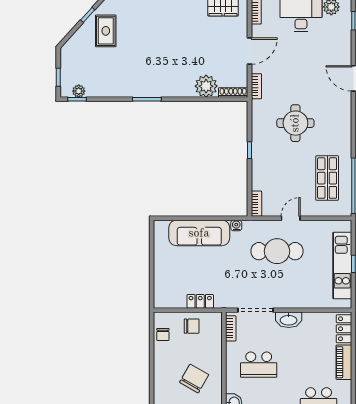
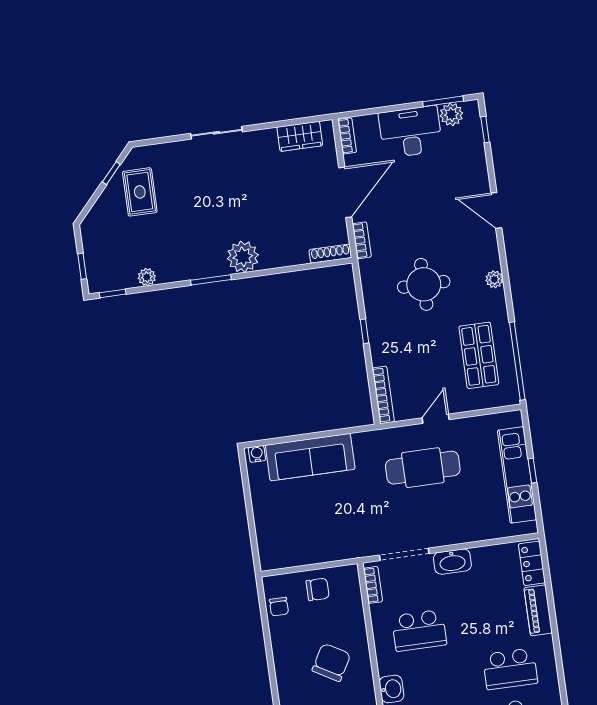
door: (249, 51) -> (345, 192), width x1.36
plant: (206, 86) -> (243, 257), moved
plant: (79, 91) -> (147, 277), moved
plant: (345, 126) -> (494, 279), added
bookcase: (256, 204) -> (383, 395), width x1.56
water cooler: (236, 225) -> (257, 454), moved
locker: (200, 301) -> (325, 553), removed

